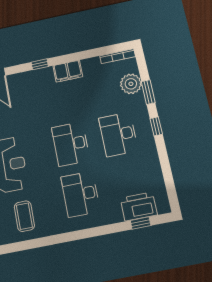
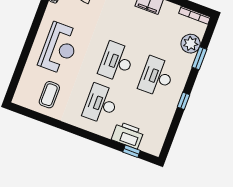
window: (156, 126) -> (183, 101), moved
printer: (139, 206) -> (128, 135), moved

